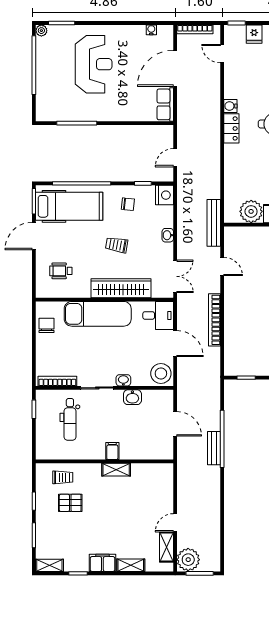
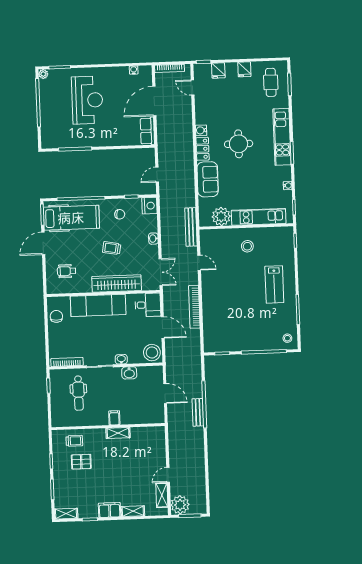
sofa: (236, 166) -> (208, 179), added

